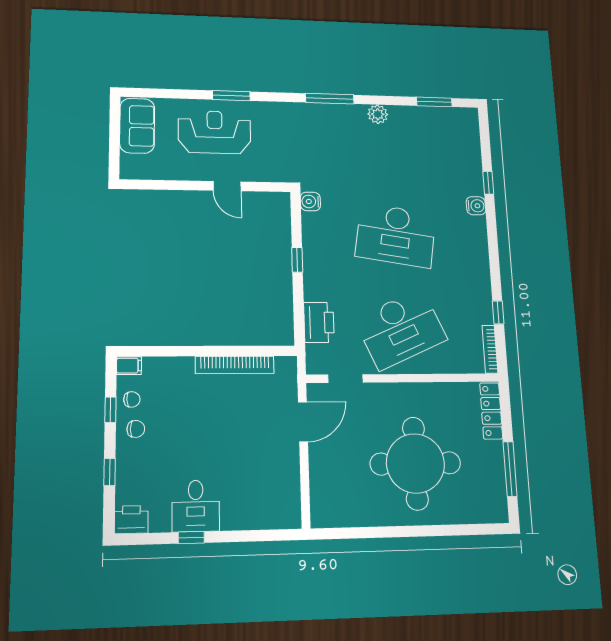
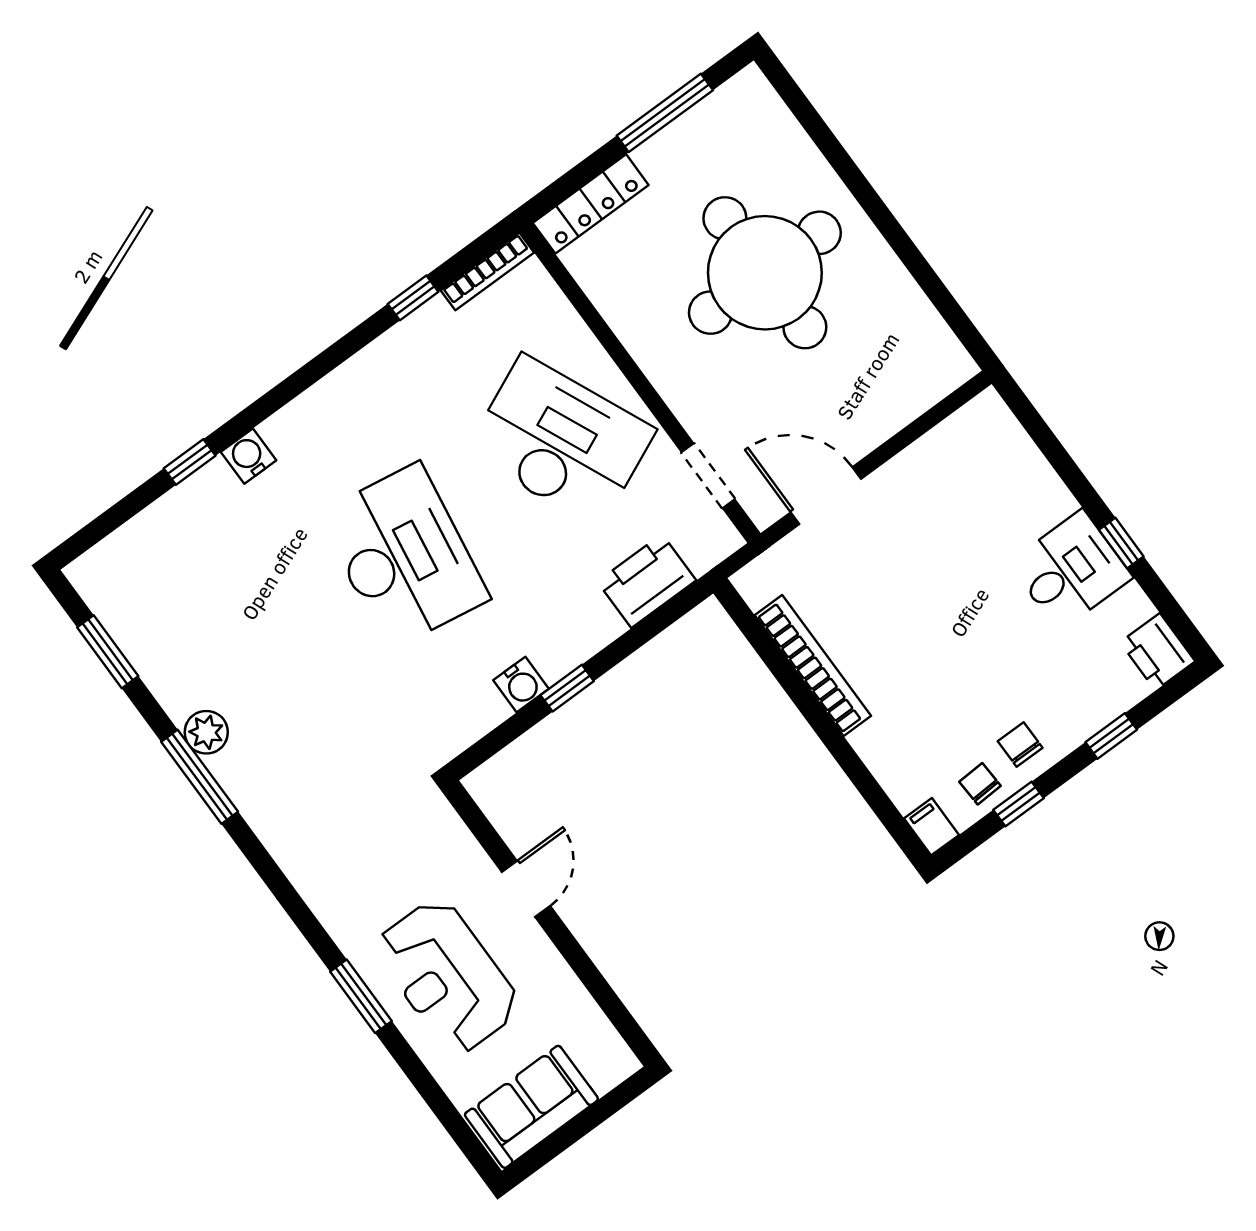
window: (330, 99) -> (200, 777), moved
water cooler: (310, 201) -> (521, 685), moved

